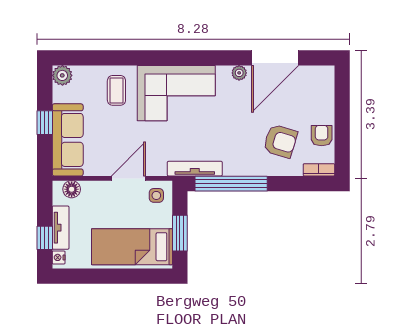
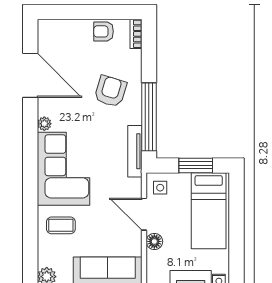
plant: (239, 73) -> (44, 124), moved
armchair: (280, 141) -> (110, 91), moved
floor lamp: (72, 189) -> (154, 241), moved

